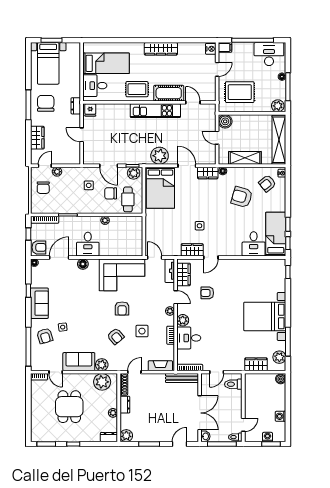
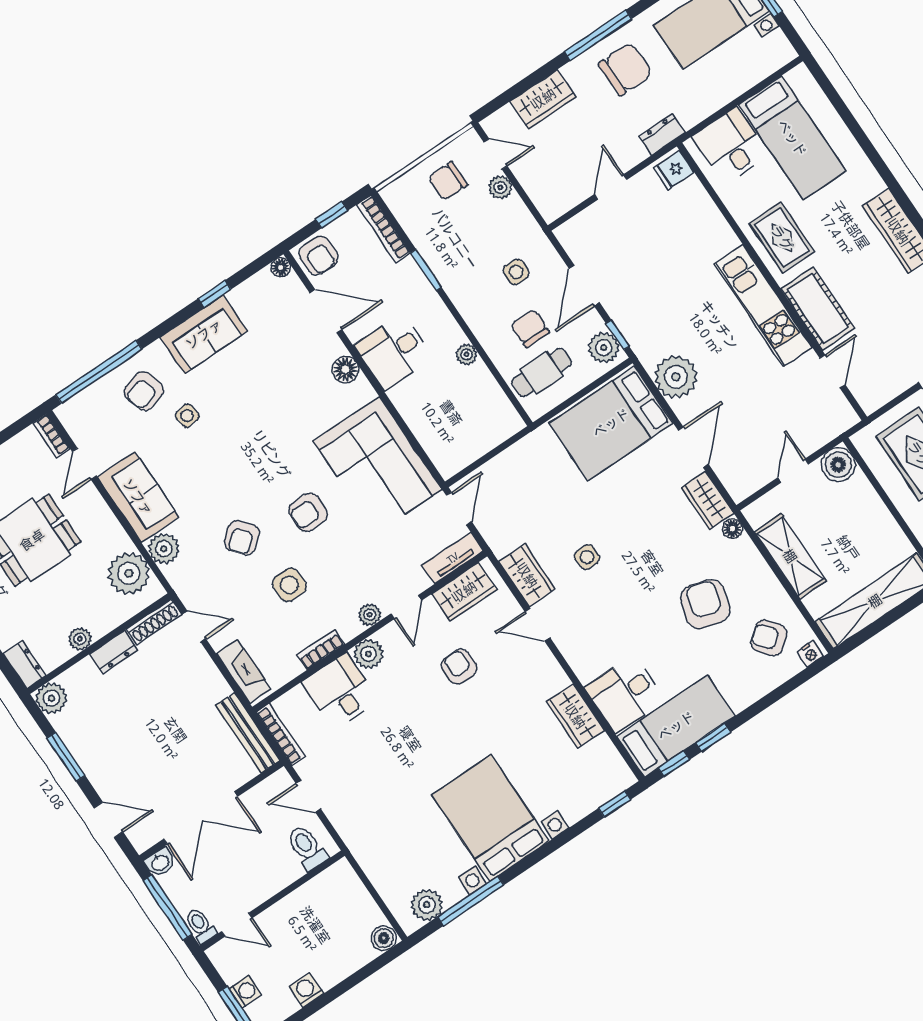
wardrobe: (256, 364) -> (575, 716), moved, turned 180

